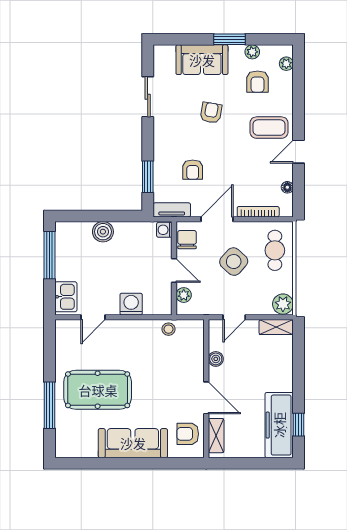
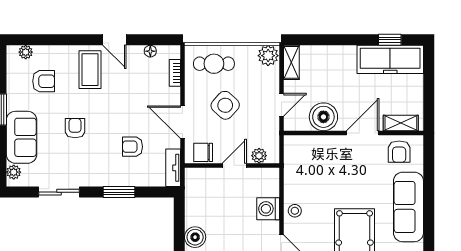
plant: (252, 52) -> (14, 172), moved
armchair: (211, 113) -> (75, 128), turned 80
armchair: (193, 170) -> (133, 147), turned 180
window: (148, 177) -> (119, 192), moved
bookcase: (258, 212) -> (175, 73), width x0.64
washing machine: (164, 230) -> (193, 175), removed
door: (234, 317) -> (281, 105), hinge flipped
stool: (169, 329) -> (295, 211), moved
boiler: (216, 359) -> (323, 117), width x1.86, depth x1.86

